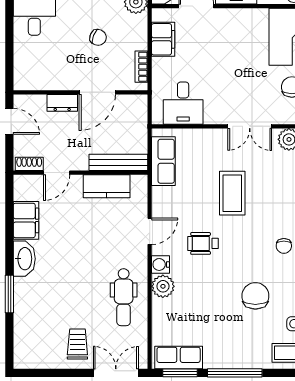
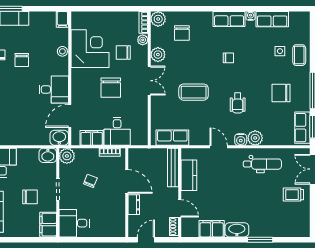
chair: (239, 68) -> (111, 88), added
desk: (183, 103) -> (117, 131), moved, turned 90
wheelchair: (203, 243) -> (238, 103), moved
chair: (255, 296) -> (281, 93), moved

